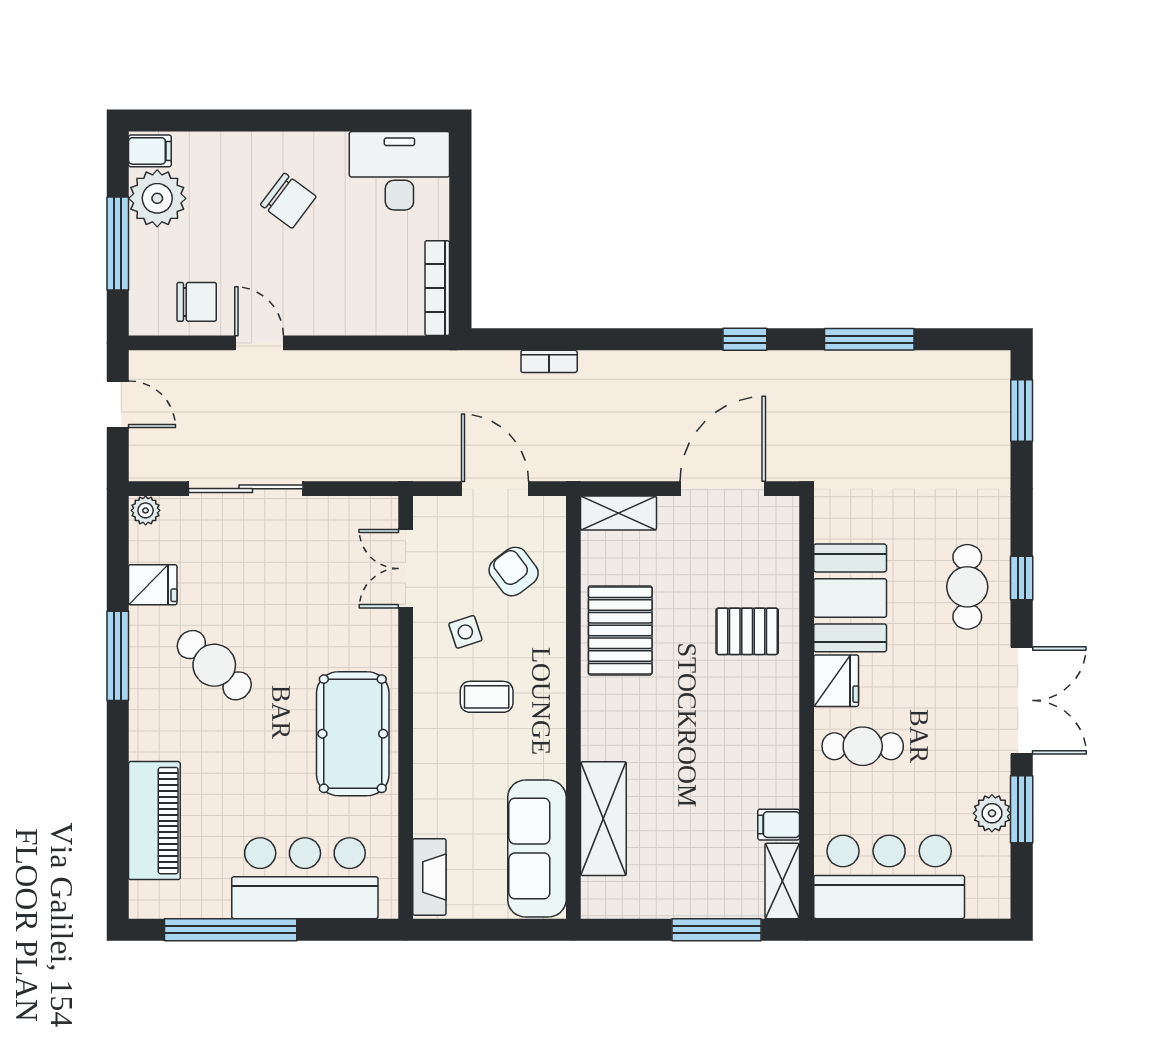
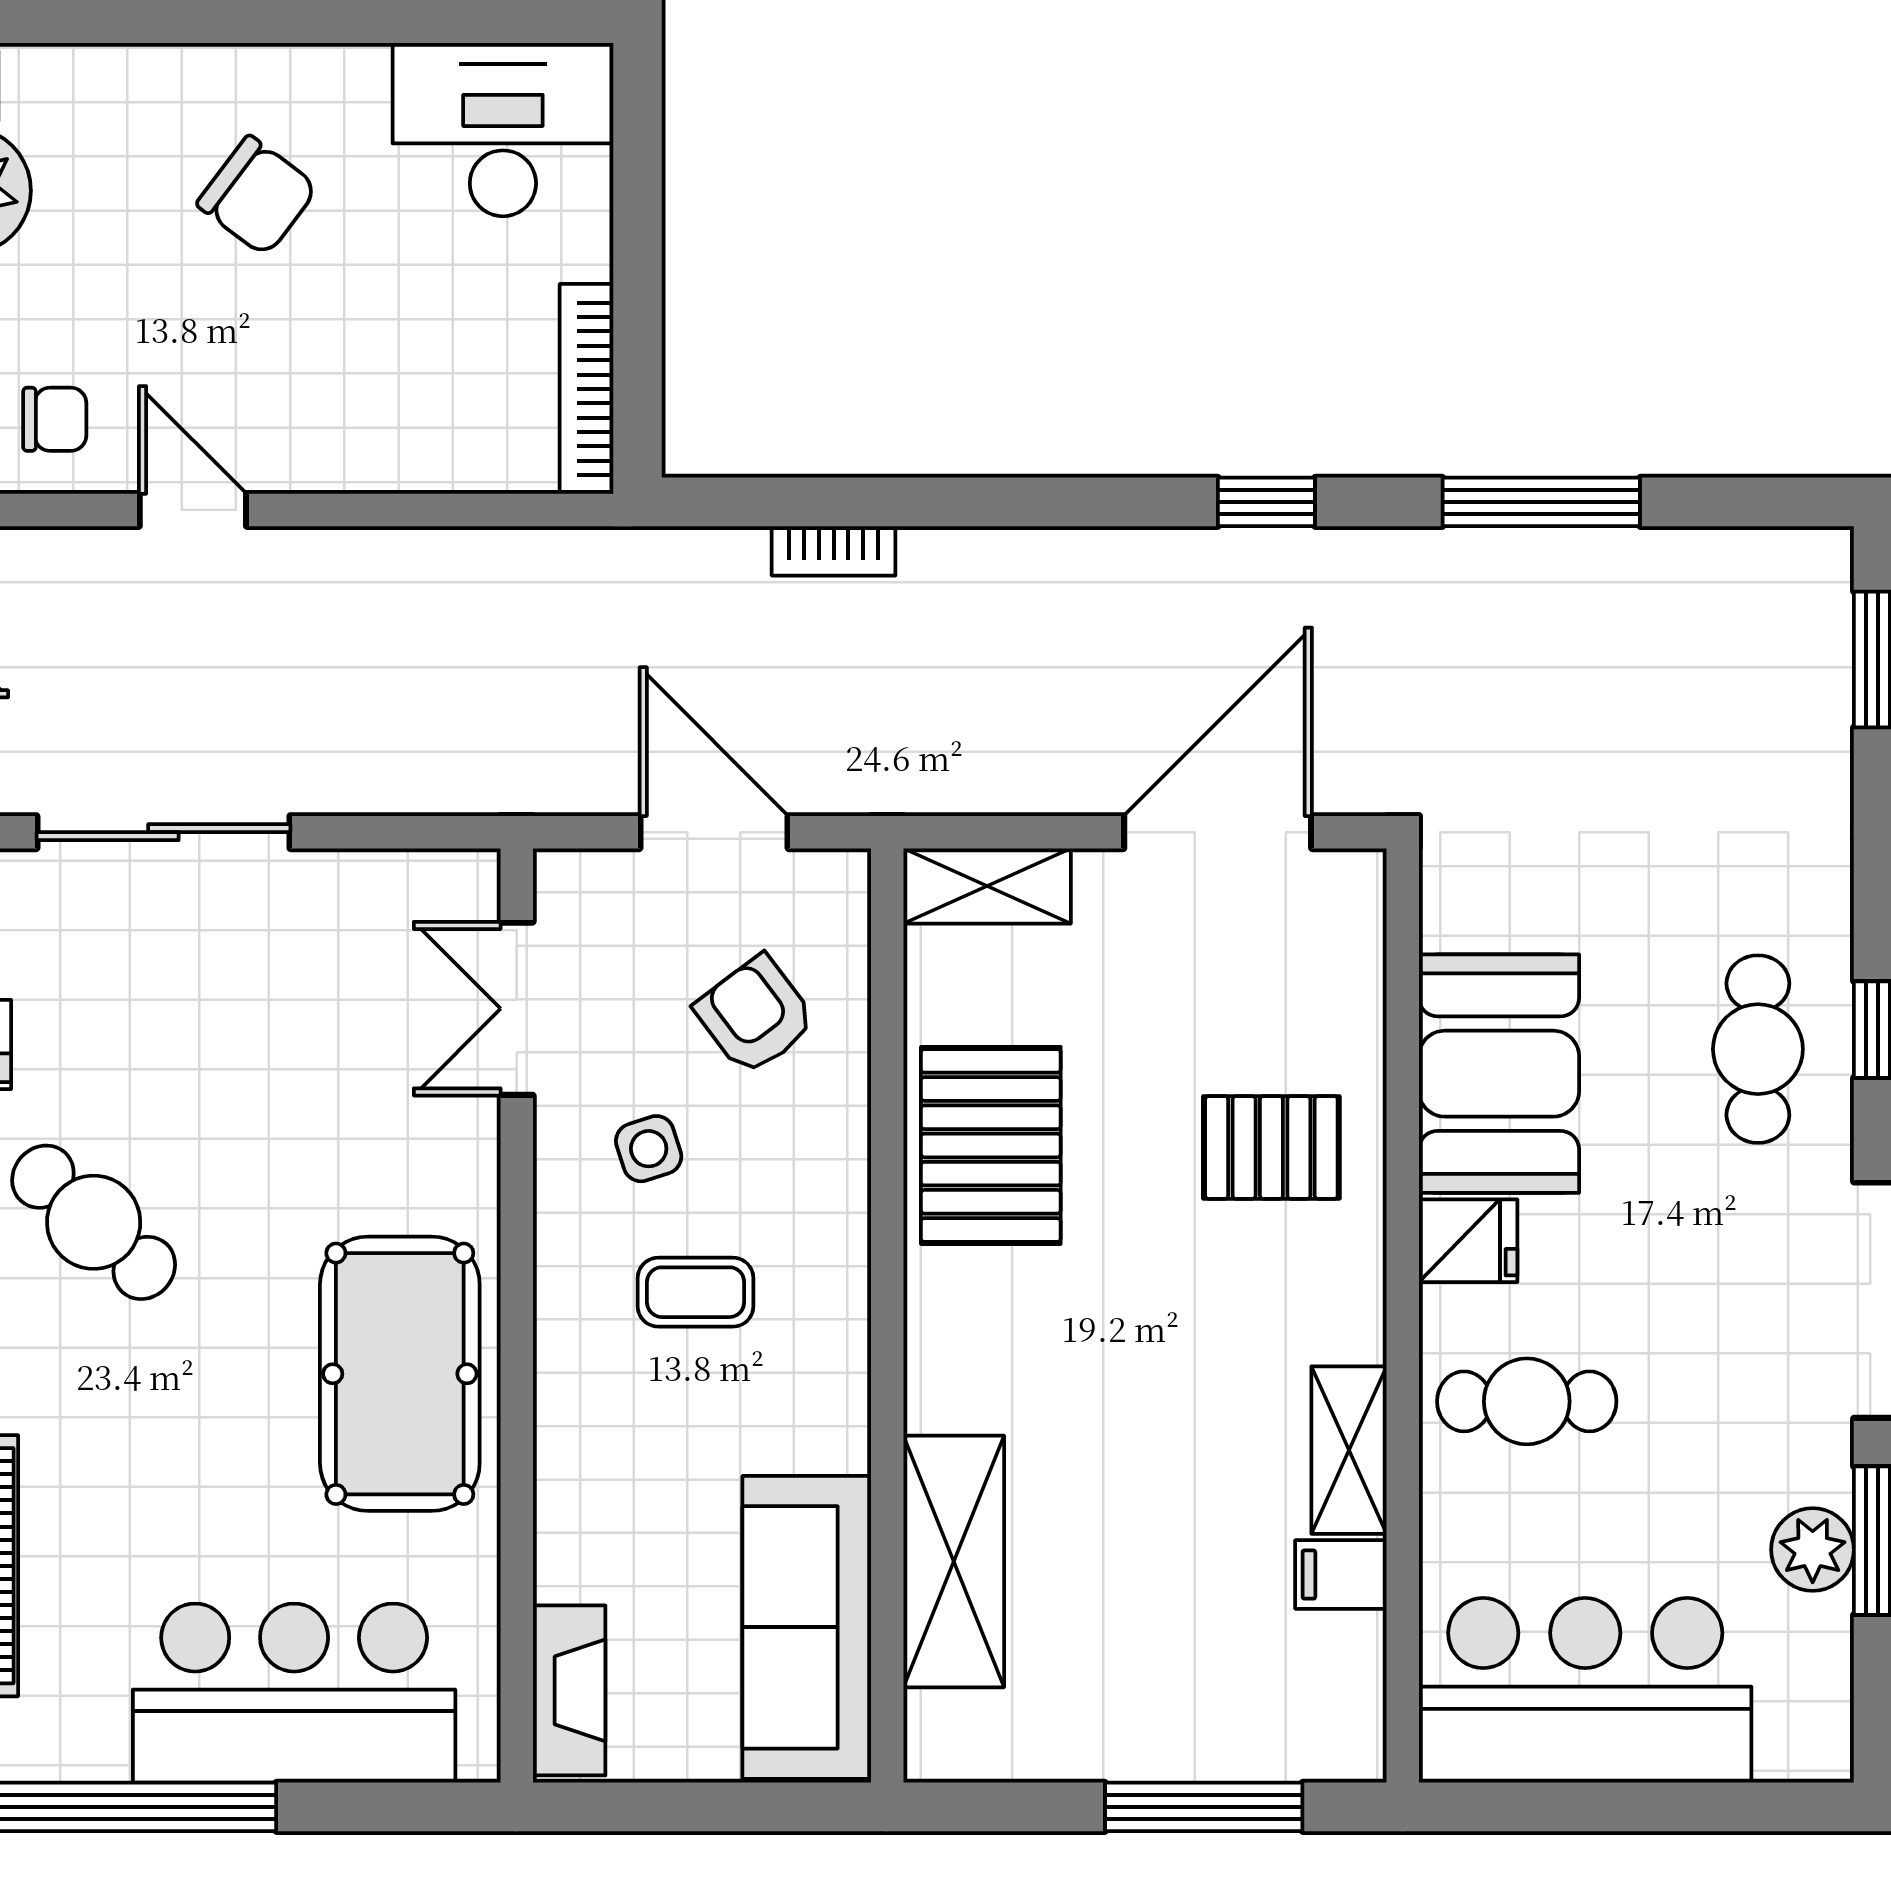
chair: (197, 302) -> (55, 419), width x0.73, depth x0.73
fridge: (836, 681) -> (1468, 1241), width x0.72
shelving: (782, 881) -> (1349, 1450), moved

